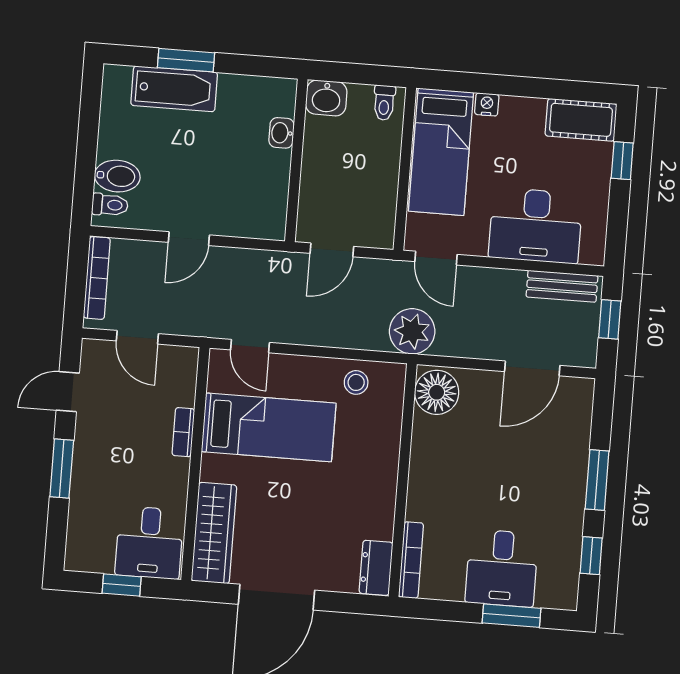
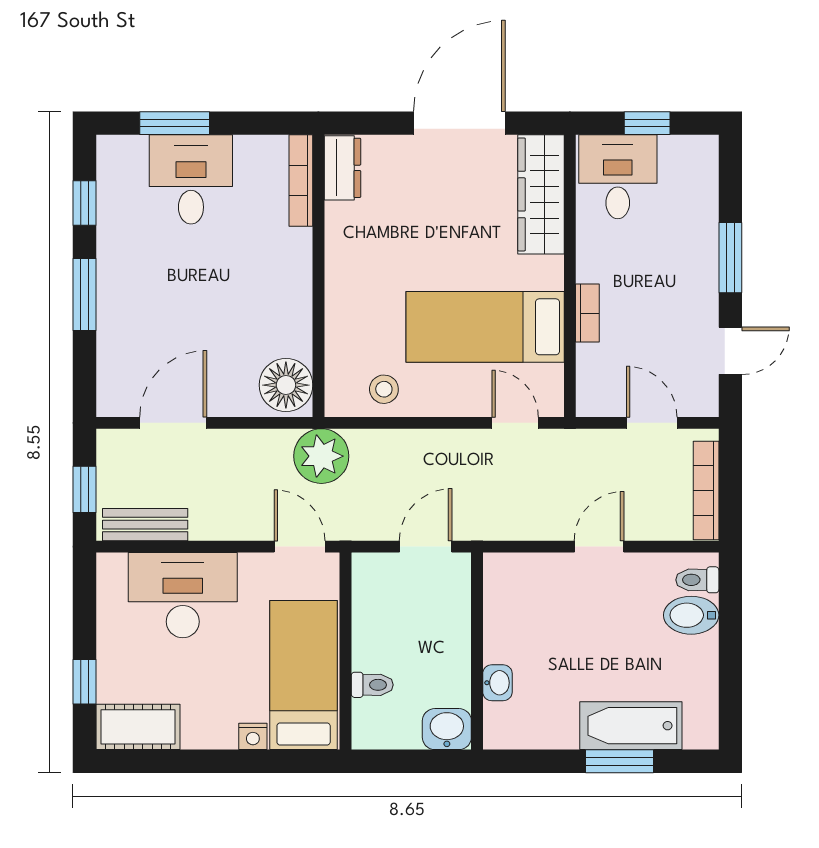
toilet: (384, 103) -> (372, 685), moved, turned 90

